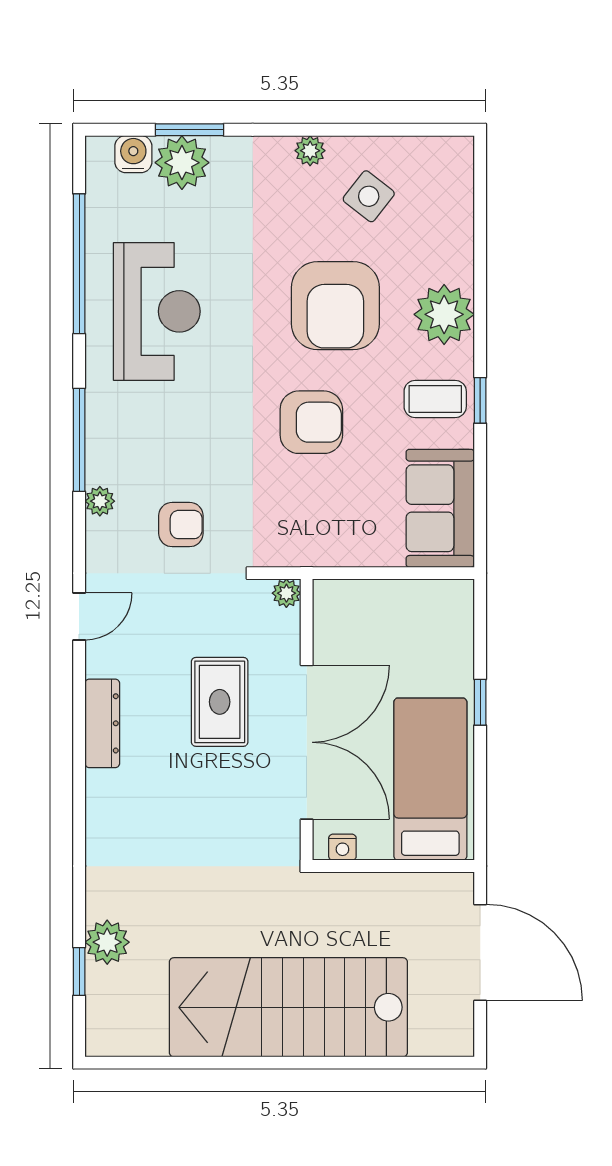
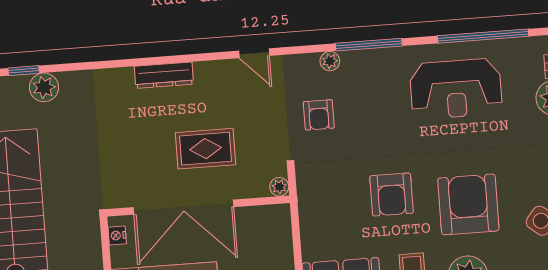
armchair: (335, 306) -> (468, 204), turned 90
dresser: (102, 723) -> (164, 75), moved

